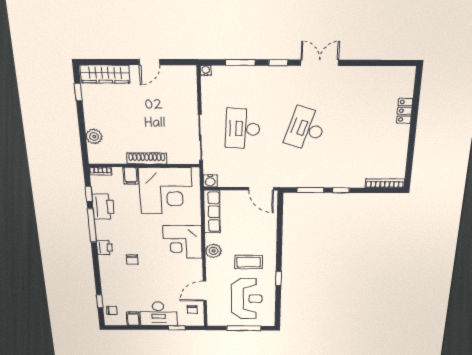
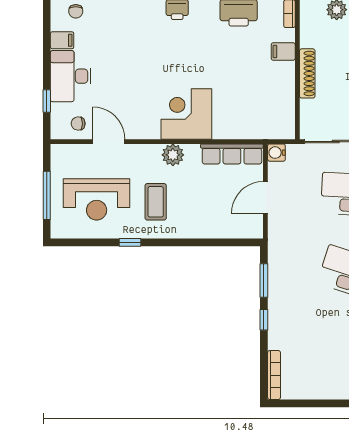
door: (261, 189) -> (265, 198), moved
corner desk: (166, 191) -> (262, 95), removed
chair: (132, 260) -> (159, 45), removed

